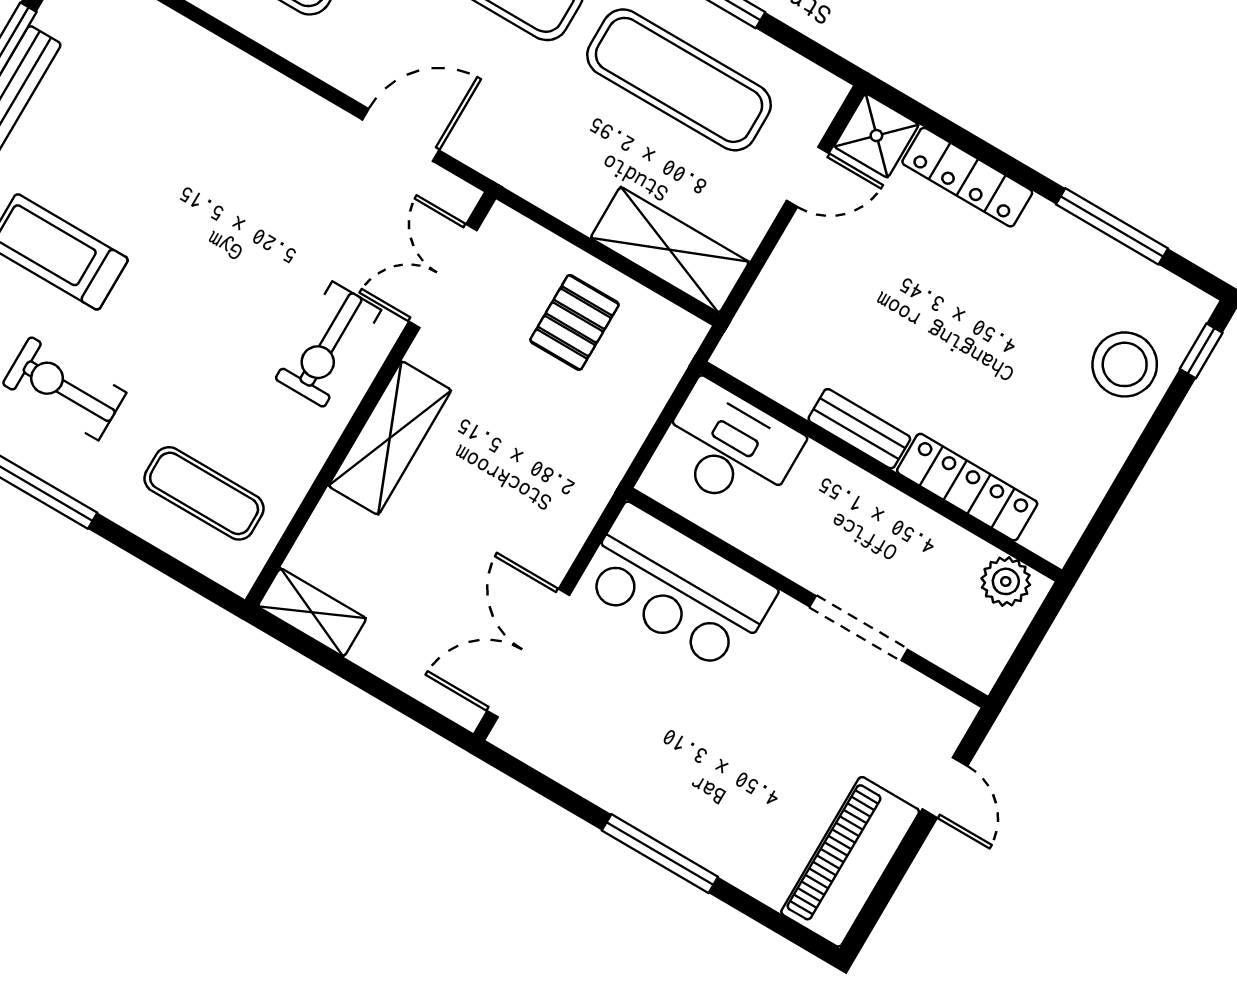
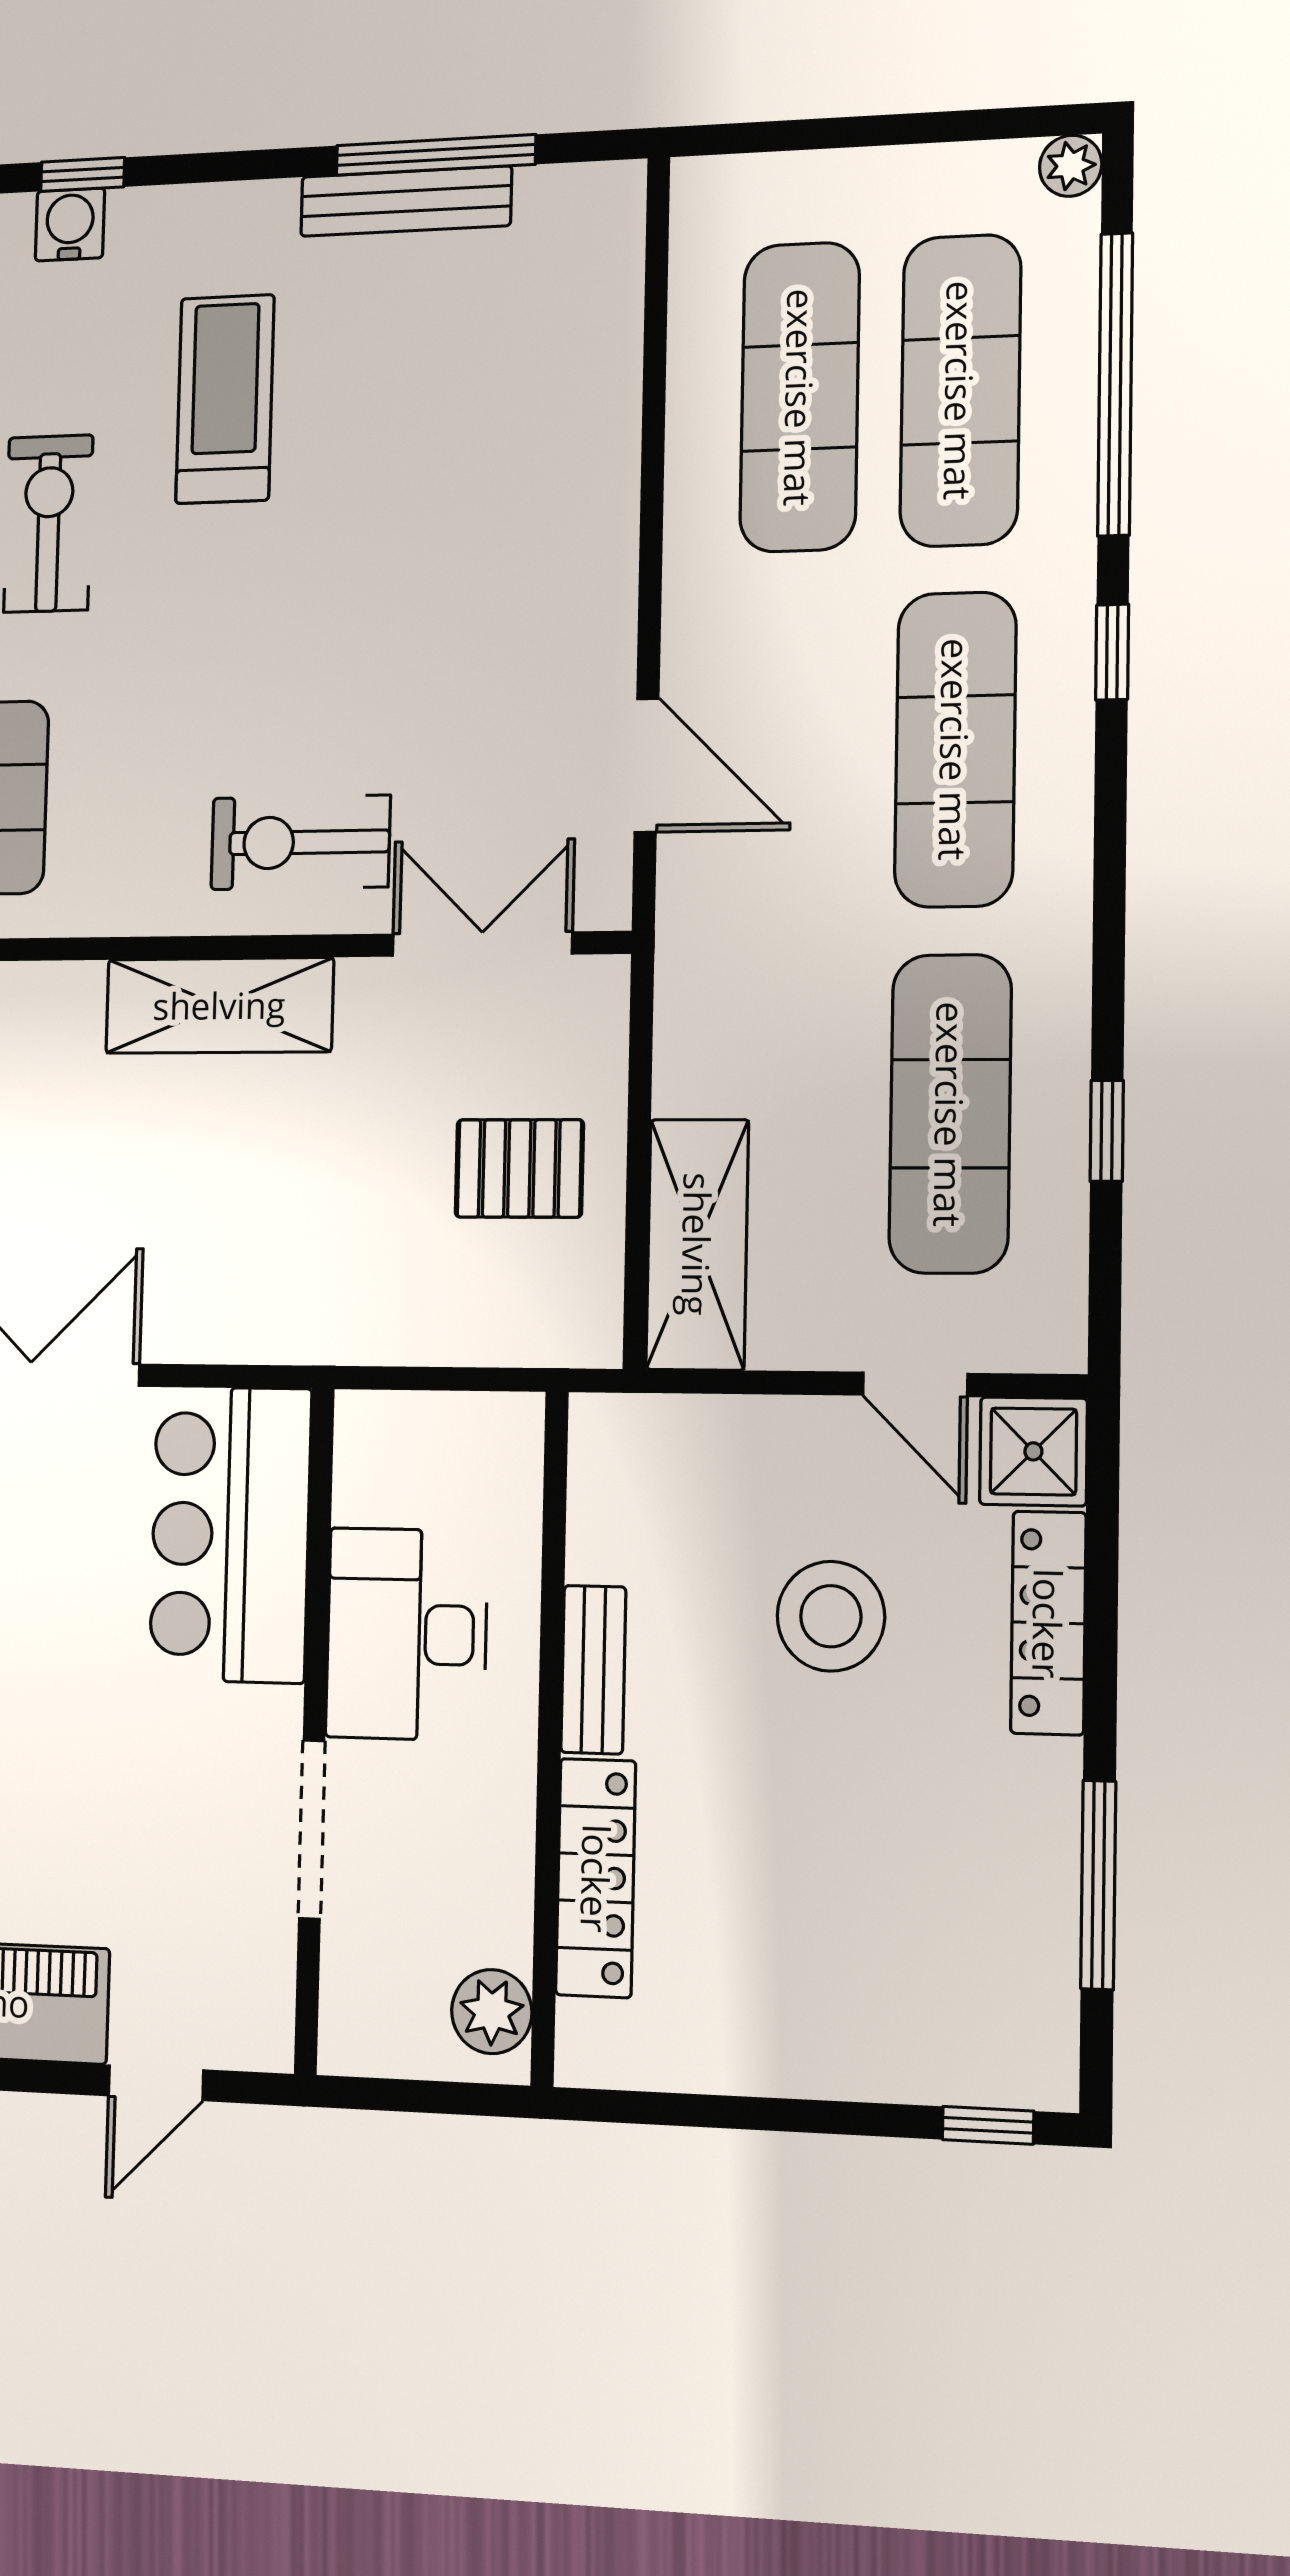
stool: (1125, 364) -> (831, 1616), moved
desk: (730, 448) -> (407, 1634), moved, turned 180

